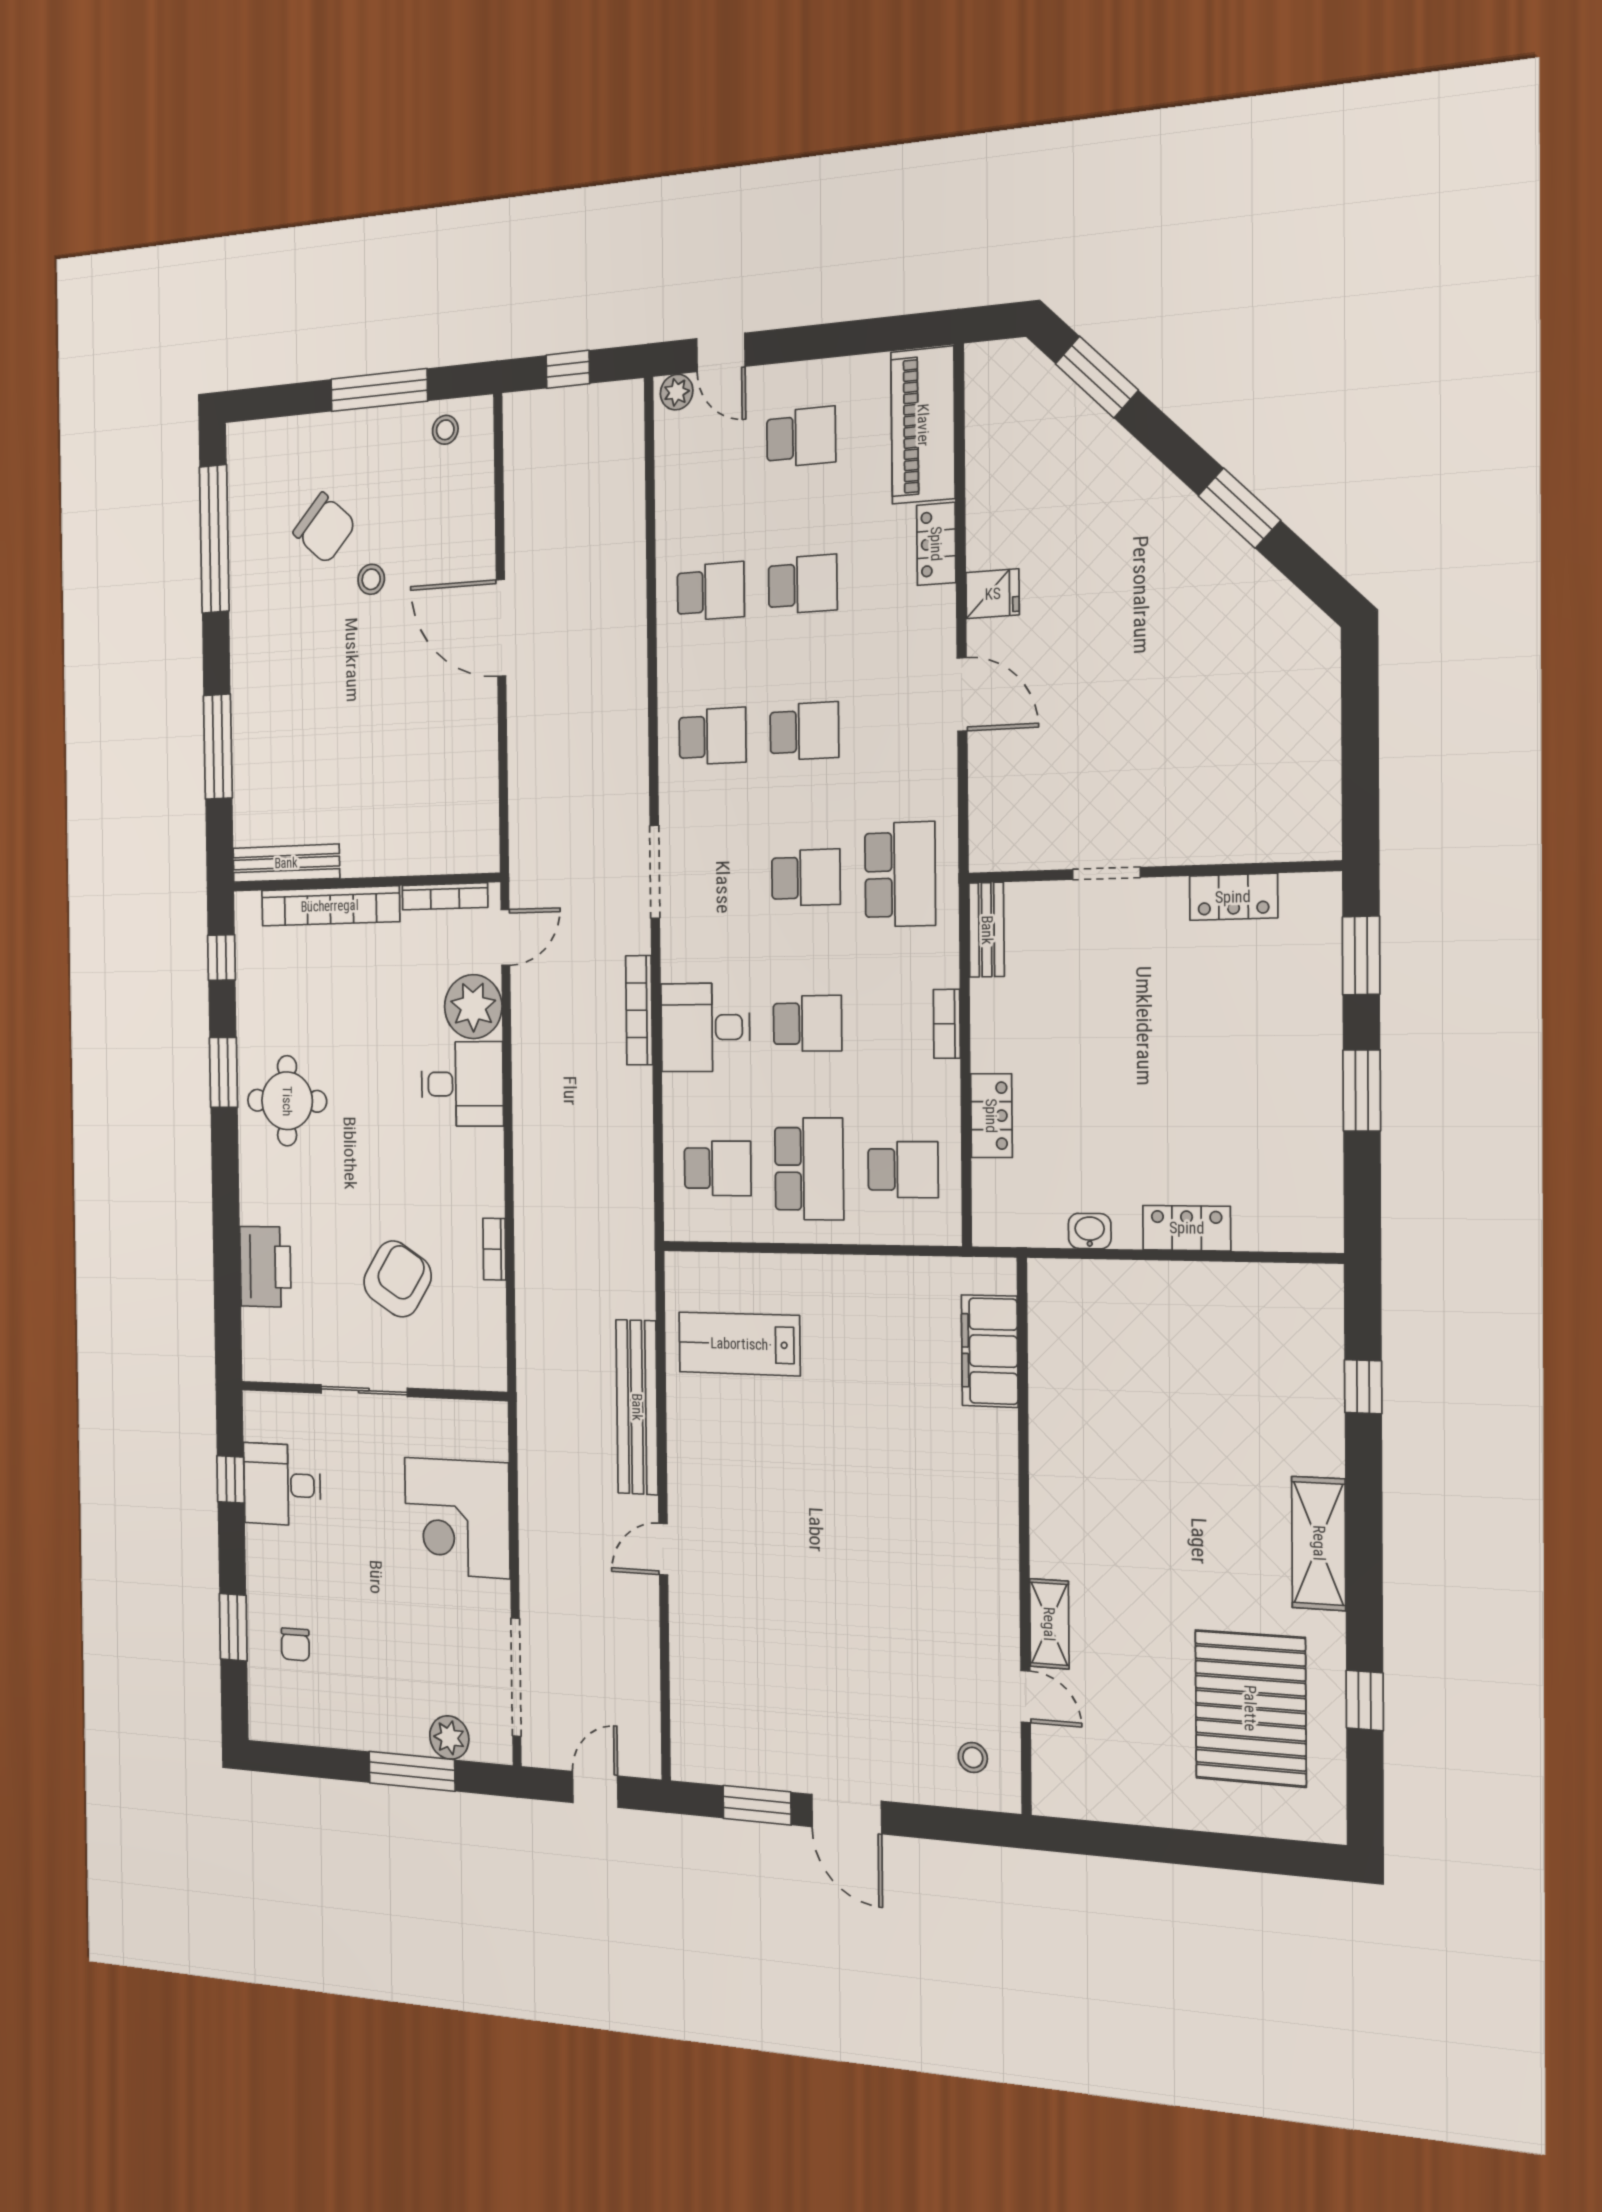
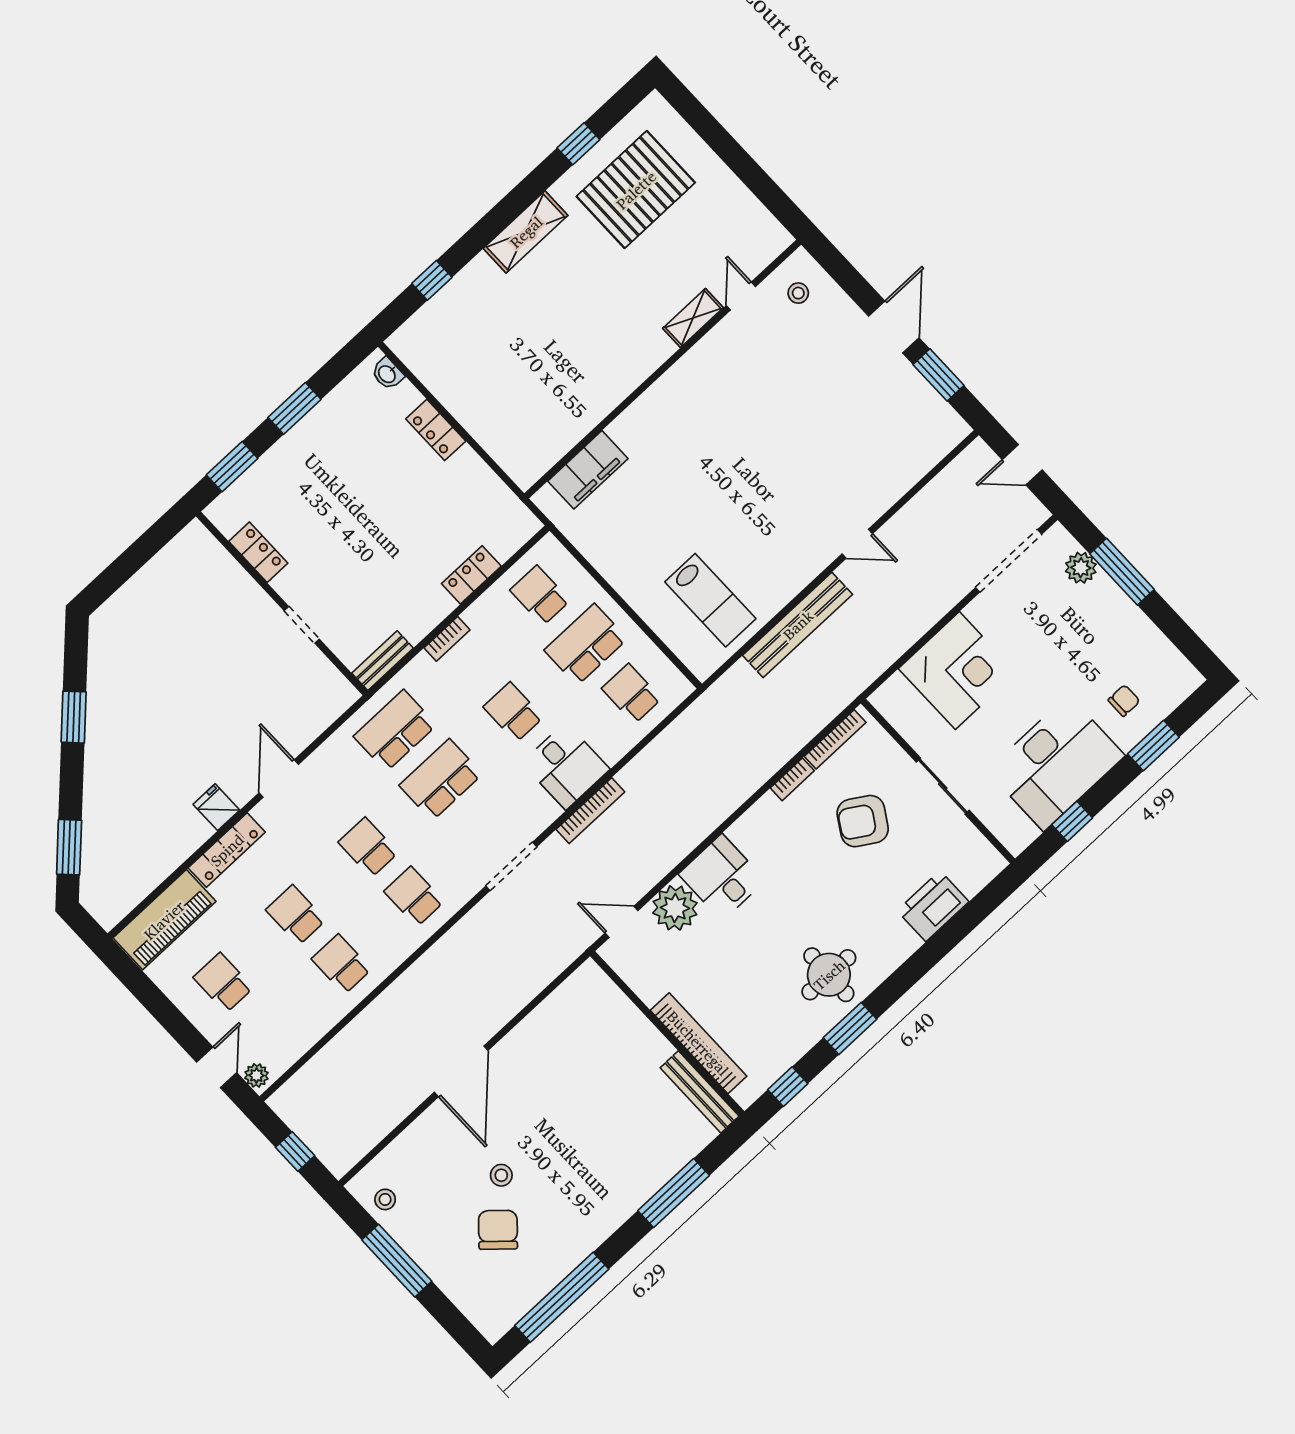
locker: (936, 544) -> (227, 850), width x1.53
school desk: (806, 878) -> (441, 780), width x1.85
bookcase: (445, 896) -> (835, 739), moved, turned 90
washbasin: (1090, 1231) -> (387, 374), moved
desk: (282, 1484) -> (1056, 763), width x1.87, depth x1.30

